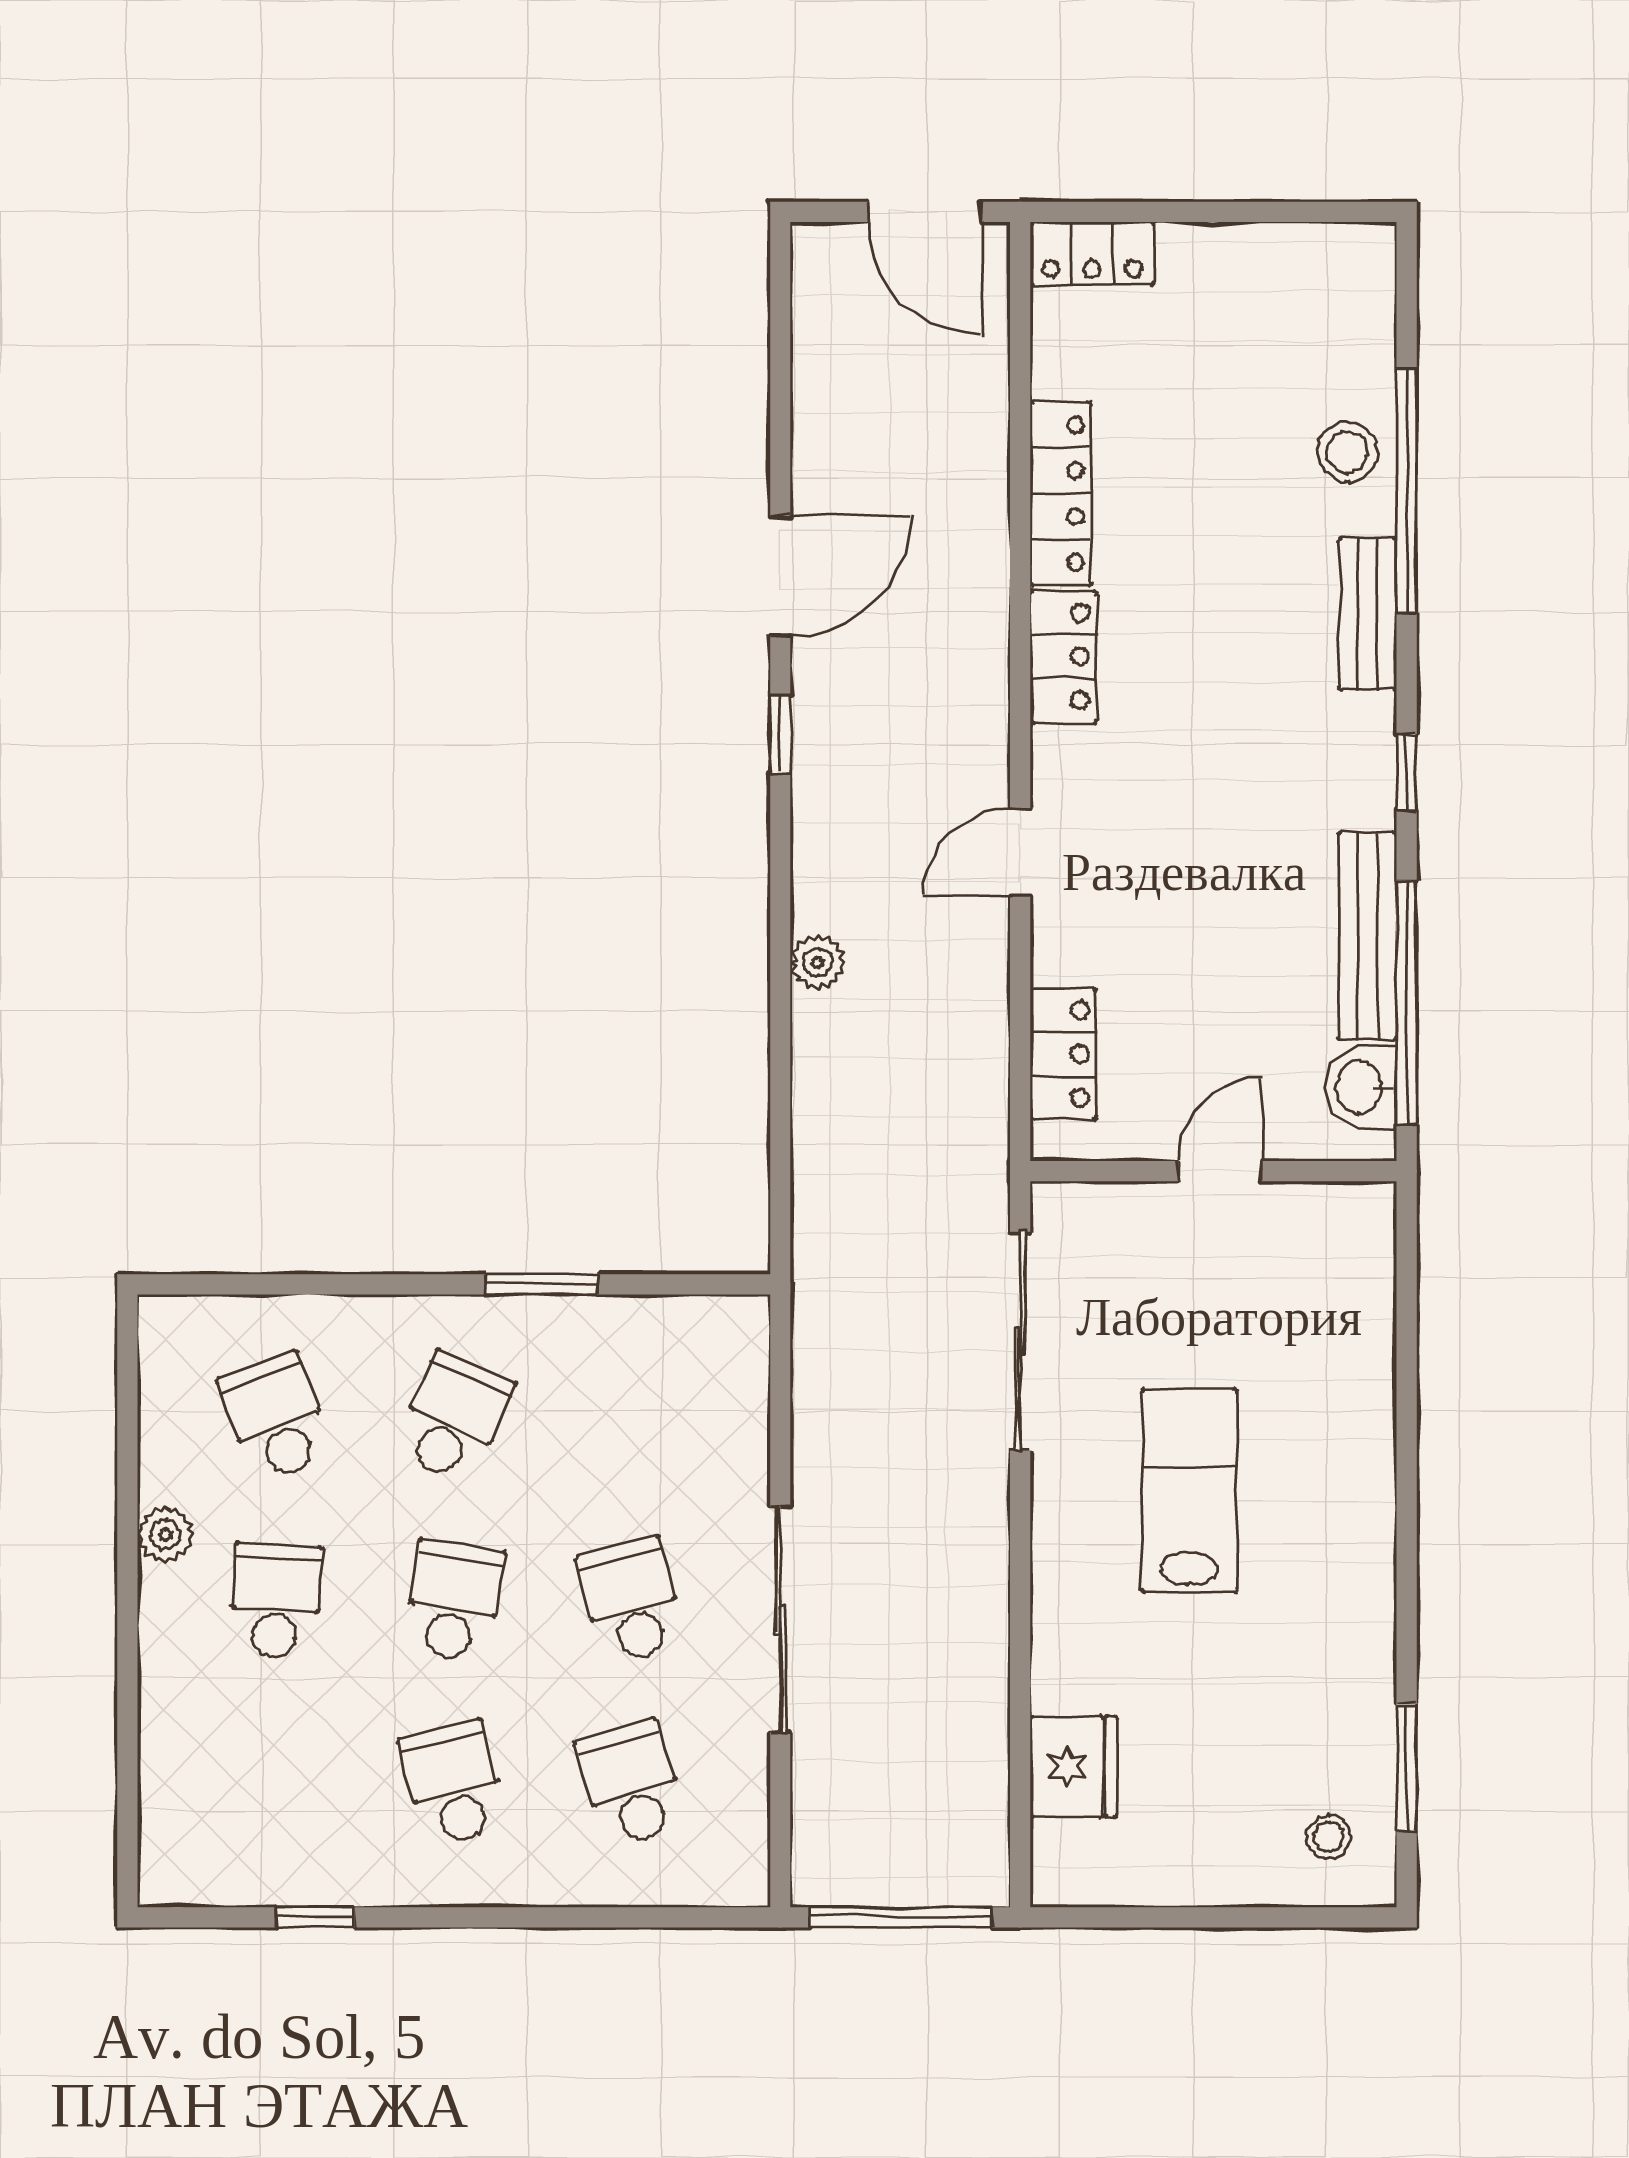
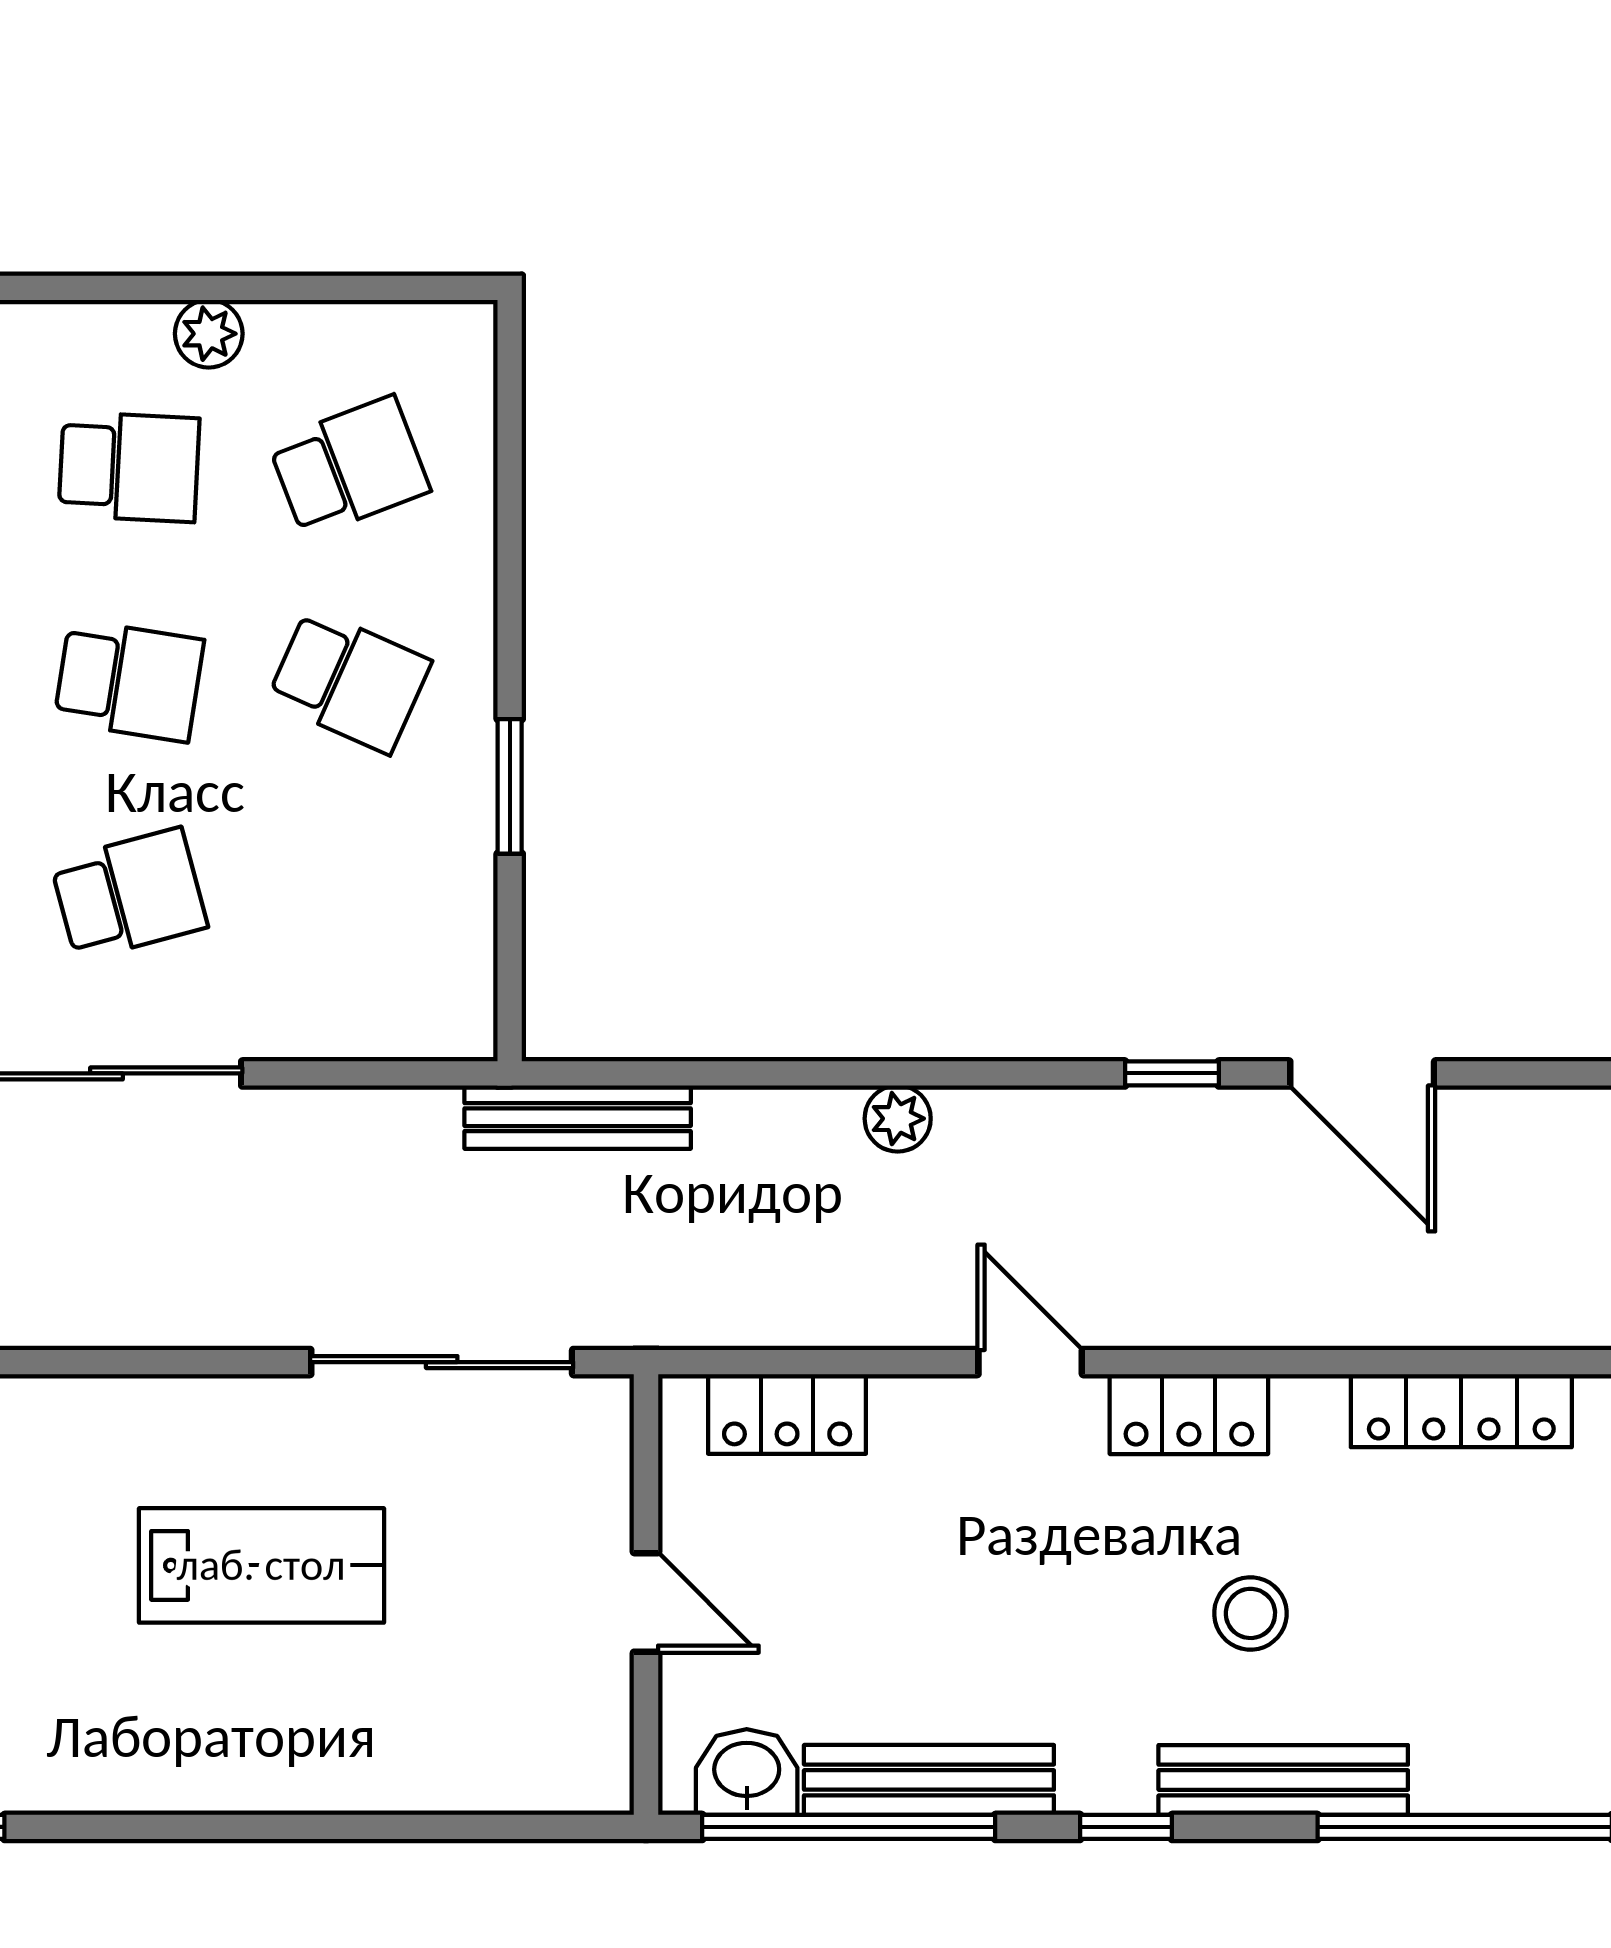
stool: (1348, 452) -> (1250, 1613), moved
bench: (1367, 614) -> (1283, 1780), width x1.36
locker: (1063, 657) -> (1189, 1414), moved
bench: (817, 1228) -> (578, 1117), added

